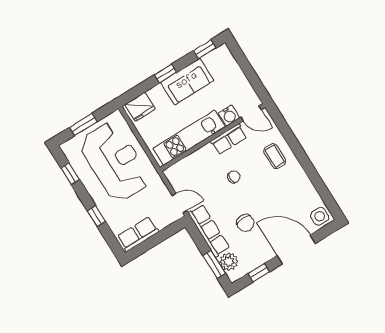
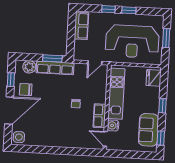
sofa: (187, 81) -> (148, 130), moved
door: (251, 113) -> (105, 139), hinge flipped
coffee table: (275, 156) -> (71, 135), removed
window: (70, 174) -> (129, 10), moved
door: (180, 203) -> (95, 63), moved
chair: (245, 223) -> (26, 90), moved
window: (214, 264) -> (52, 58), moved

